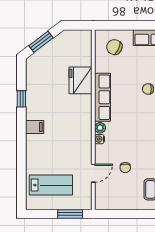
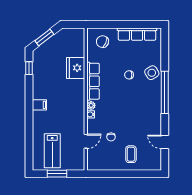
window: (21, 99) -> (29, 68), moved
lab bench: (51, 185) -> (52, 151), turned 90
window: (70, 214) -> (57, 174), moved

